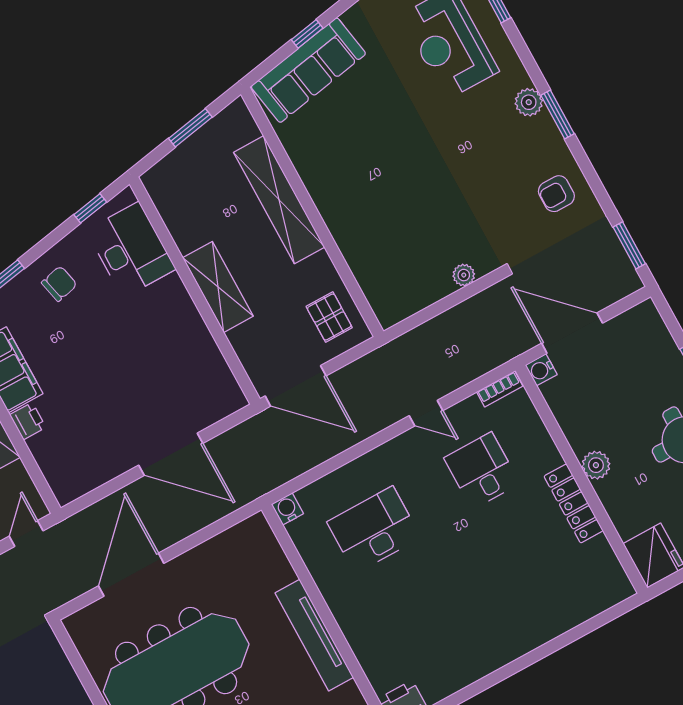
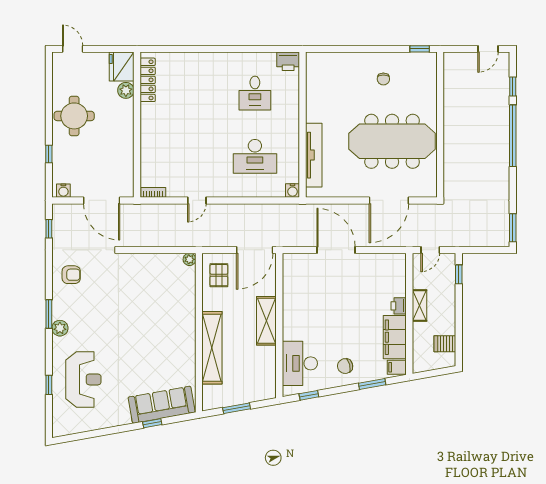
window: (629, 245) -> (49, 229), width x0.67
plant: (464, 275) -> (189, 259), moved
water cooler: (541, 370) -> (63, 191), moved, turned 90
door: (296, 386) -> (255, 250), swing flipped
door: (426, 413) -> (197, 200), swing flipped
plant: (596, 465) -> (126, 90), moved
desk: (482, 471) -> (255, 93), moved
locker: (574, 503) -> (148, 80), moved
tv unit: (314, 635) -> (314, 155), moved

